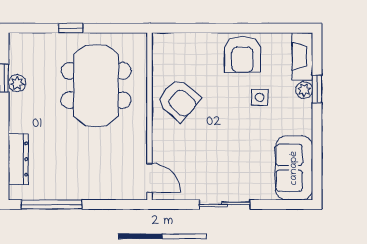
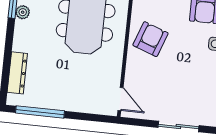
armchair: (179, 100) -> (150, 39), turned -110

